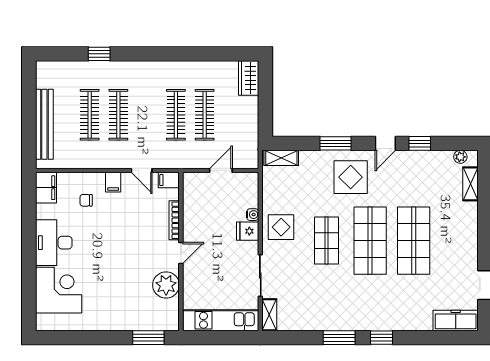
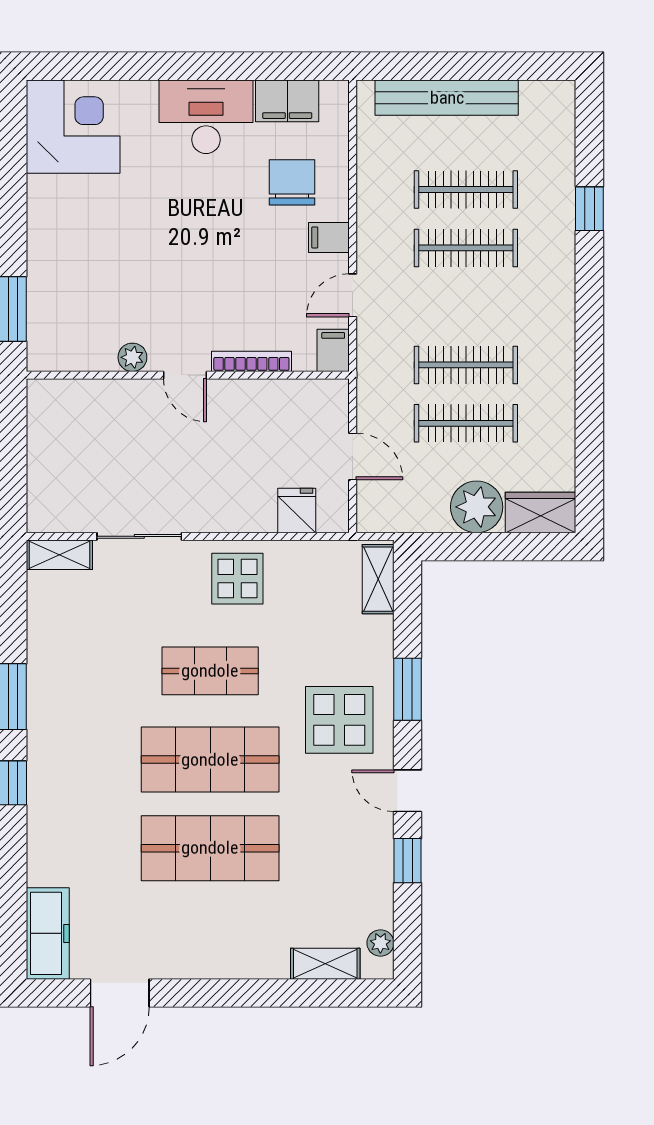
plant: (246, 109) -> (477, 507), added
filing cabinet: (46, 188) -> (287, 101), moved
chair: (86, 200) -> (292, 182), width x1.87, depth x1.87
water cooler: (253, 215) -> (263, 521), removed
fridge: (248, 231) -> (297, 511), moved
plant: (166, 285) -> (132, 357), width x0.53, depth x0.53
corner desk: (59, 290) -> (73, 127), moved, turned -90
kitchen unit: (221, 320) -> (48, 456), removed

